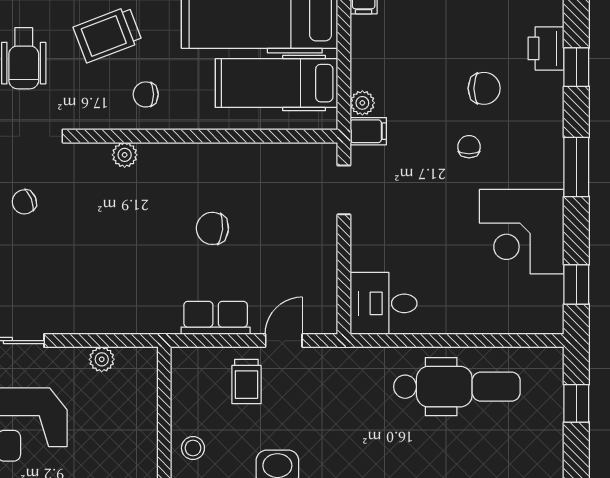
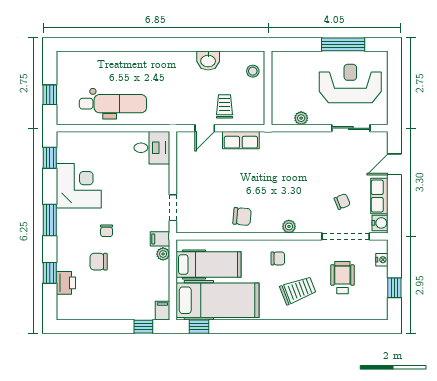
chair: (212, 228) -> (242, 216), moved
dental chair: (457, 387) -> (113, 104), turned 180

